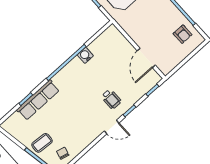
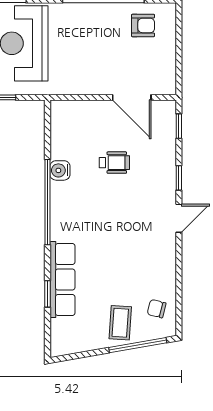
wheelchair: (111, 99) -> (114, 163), moved

